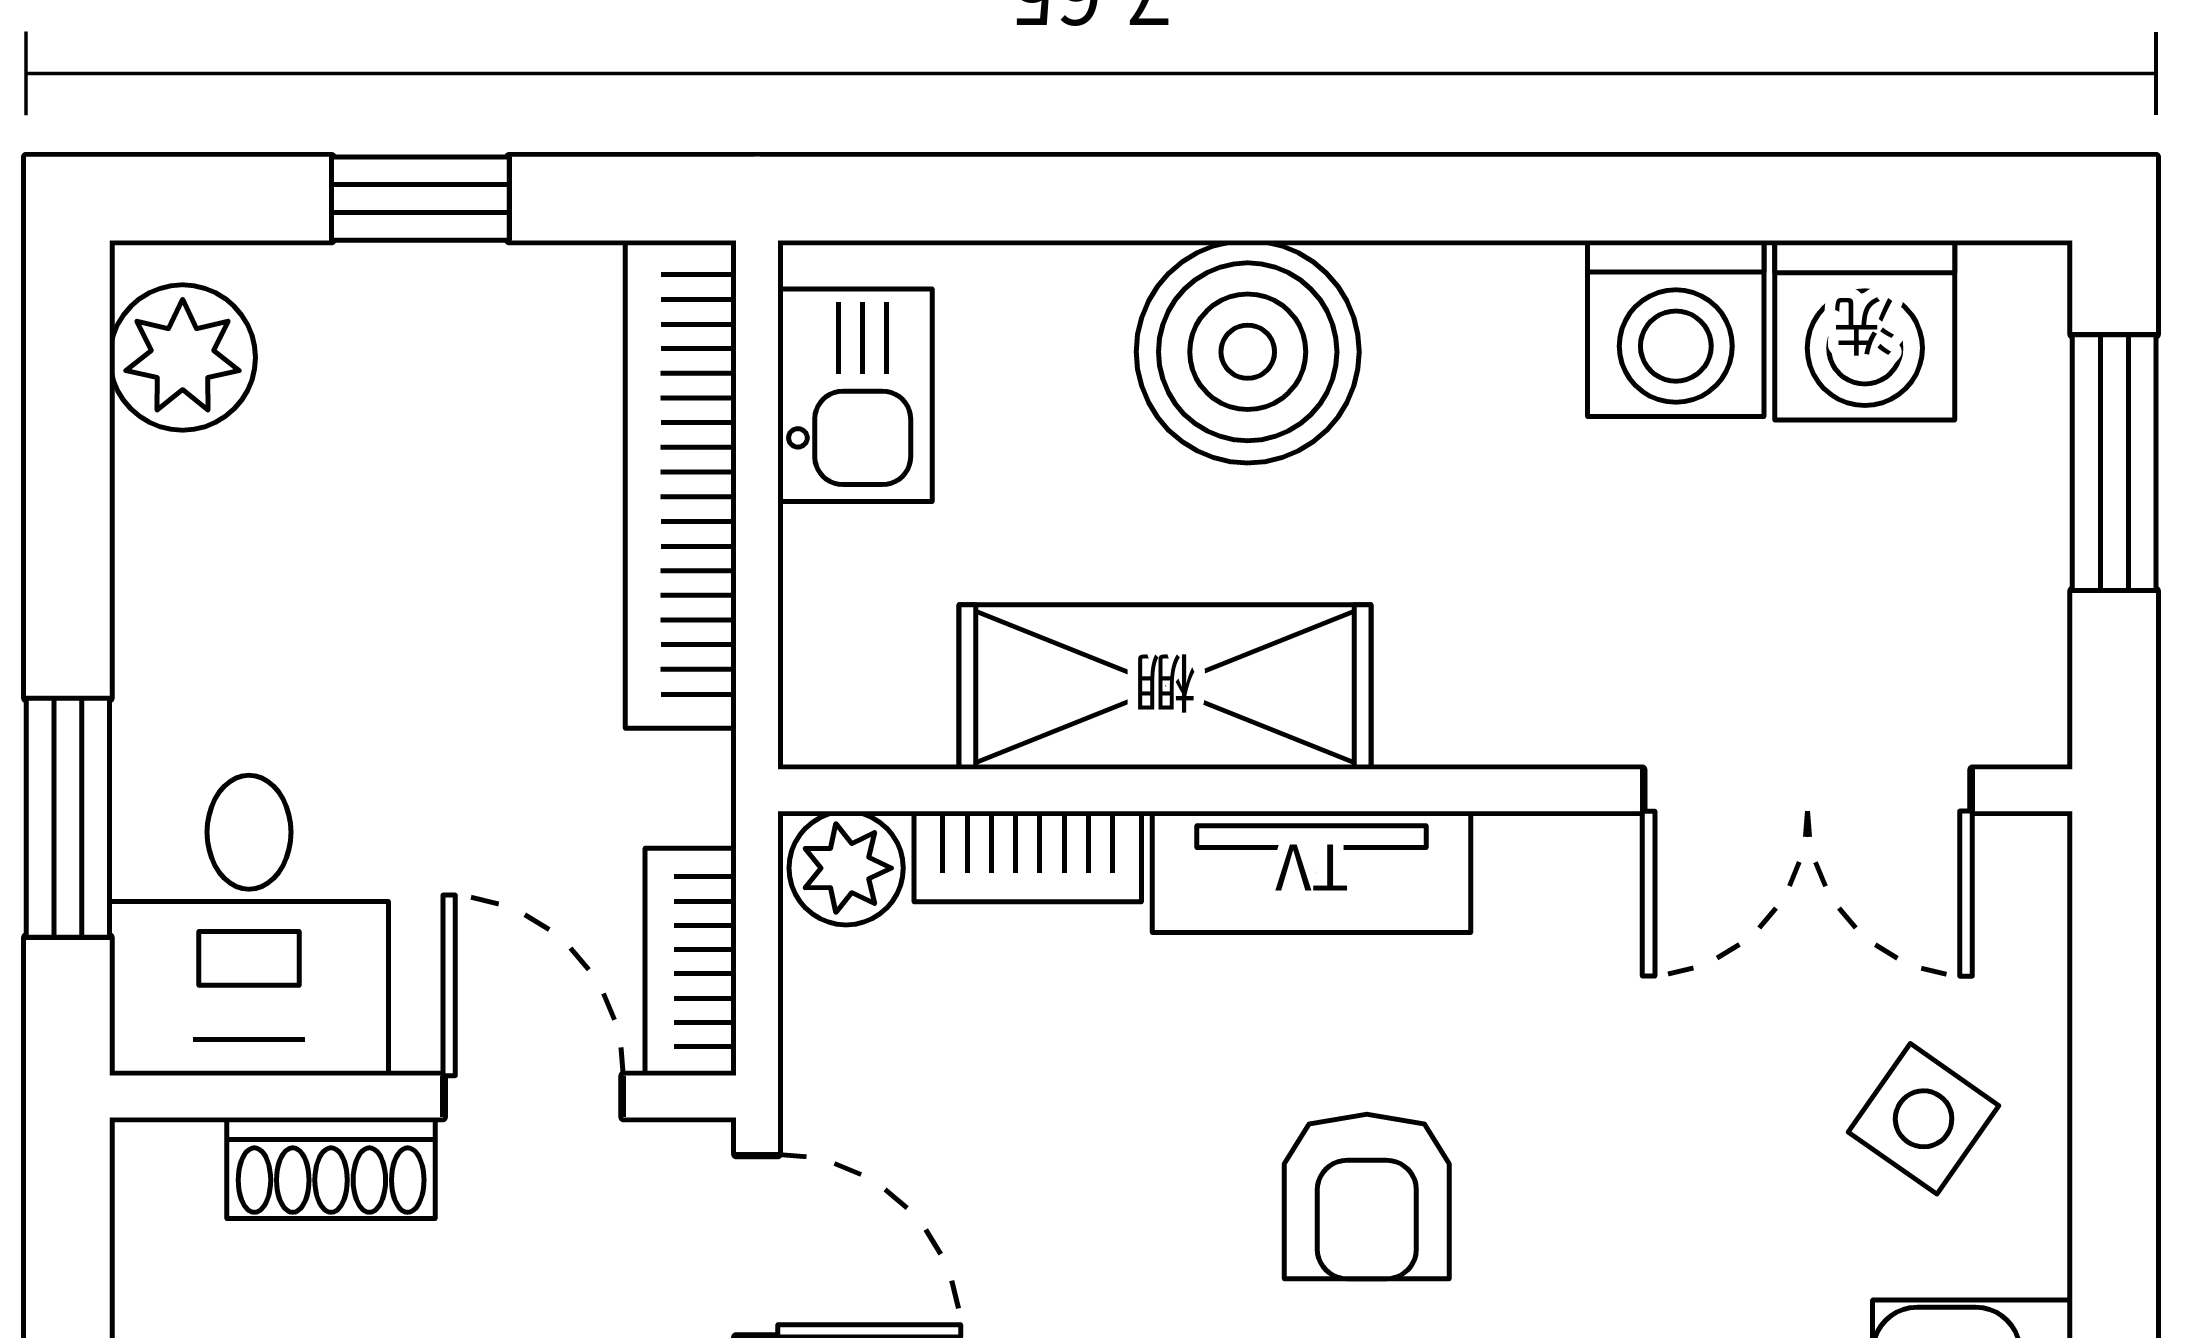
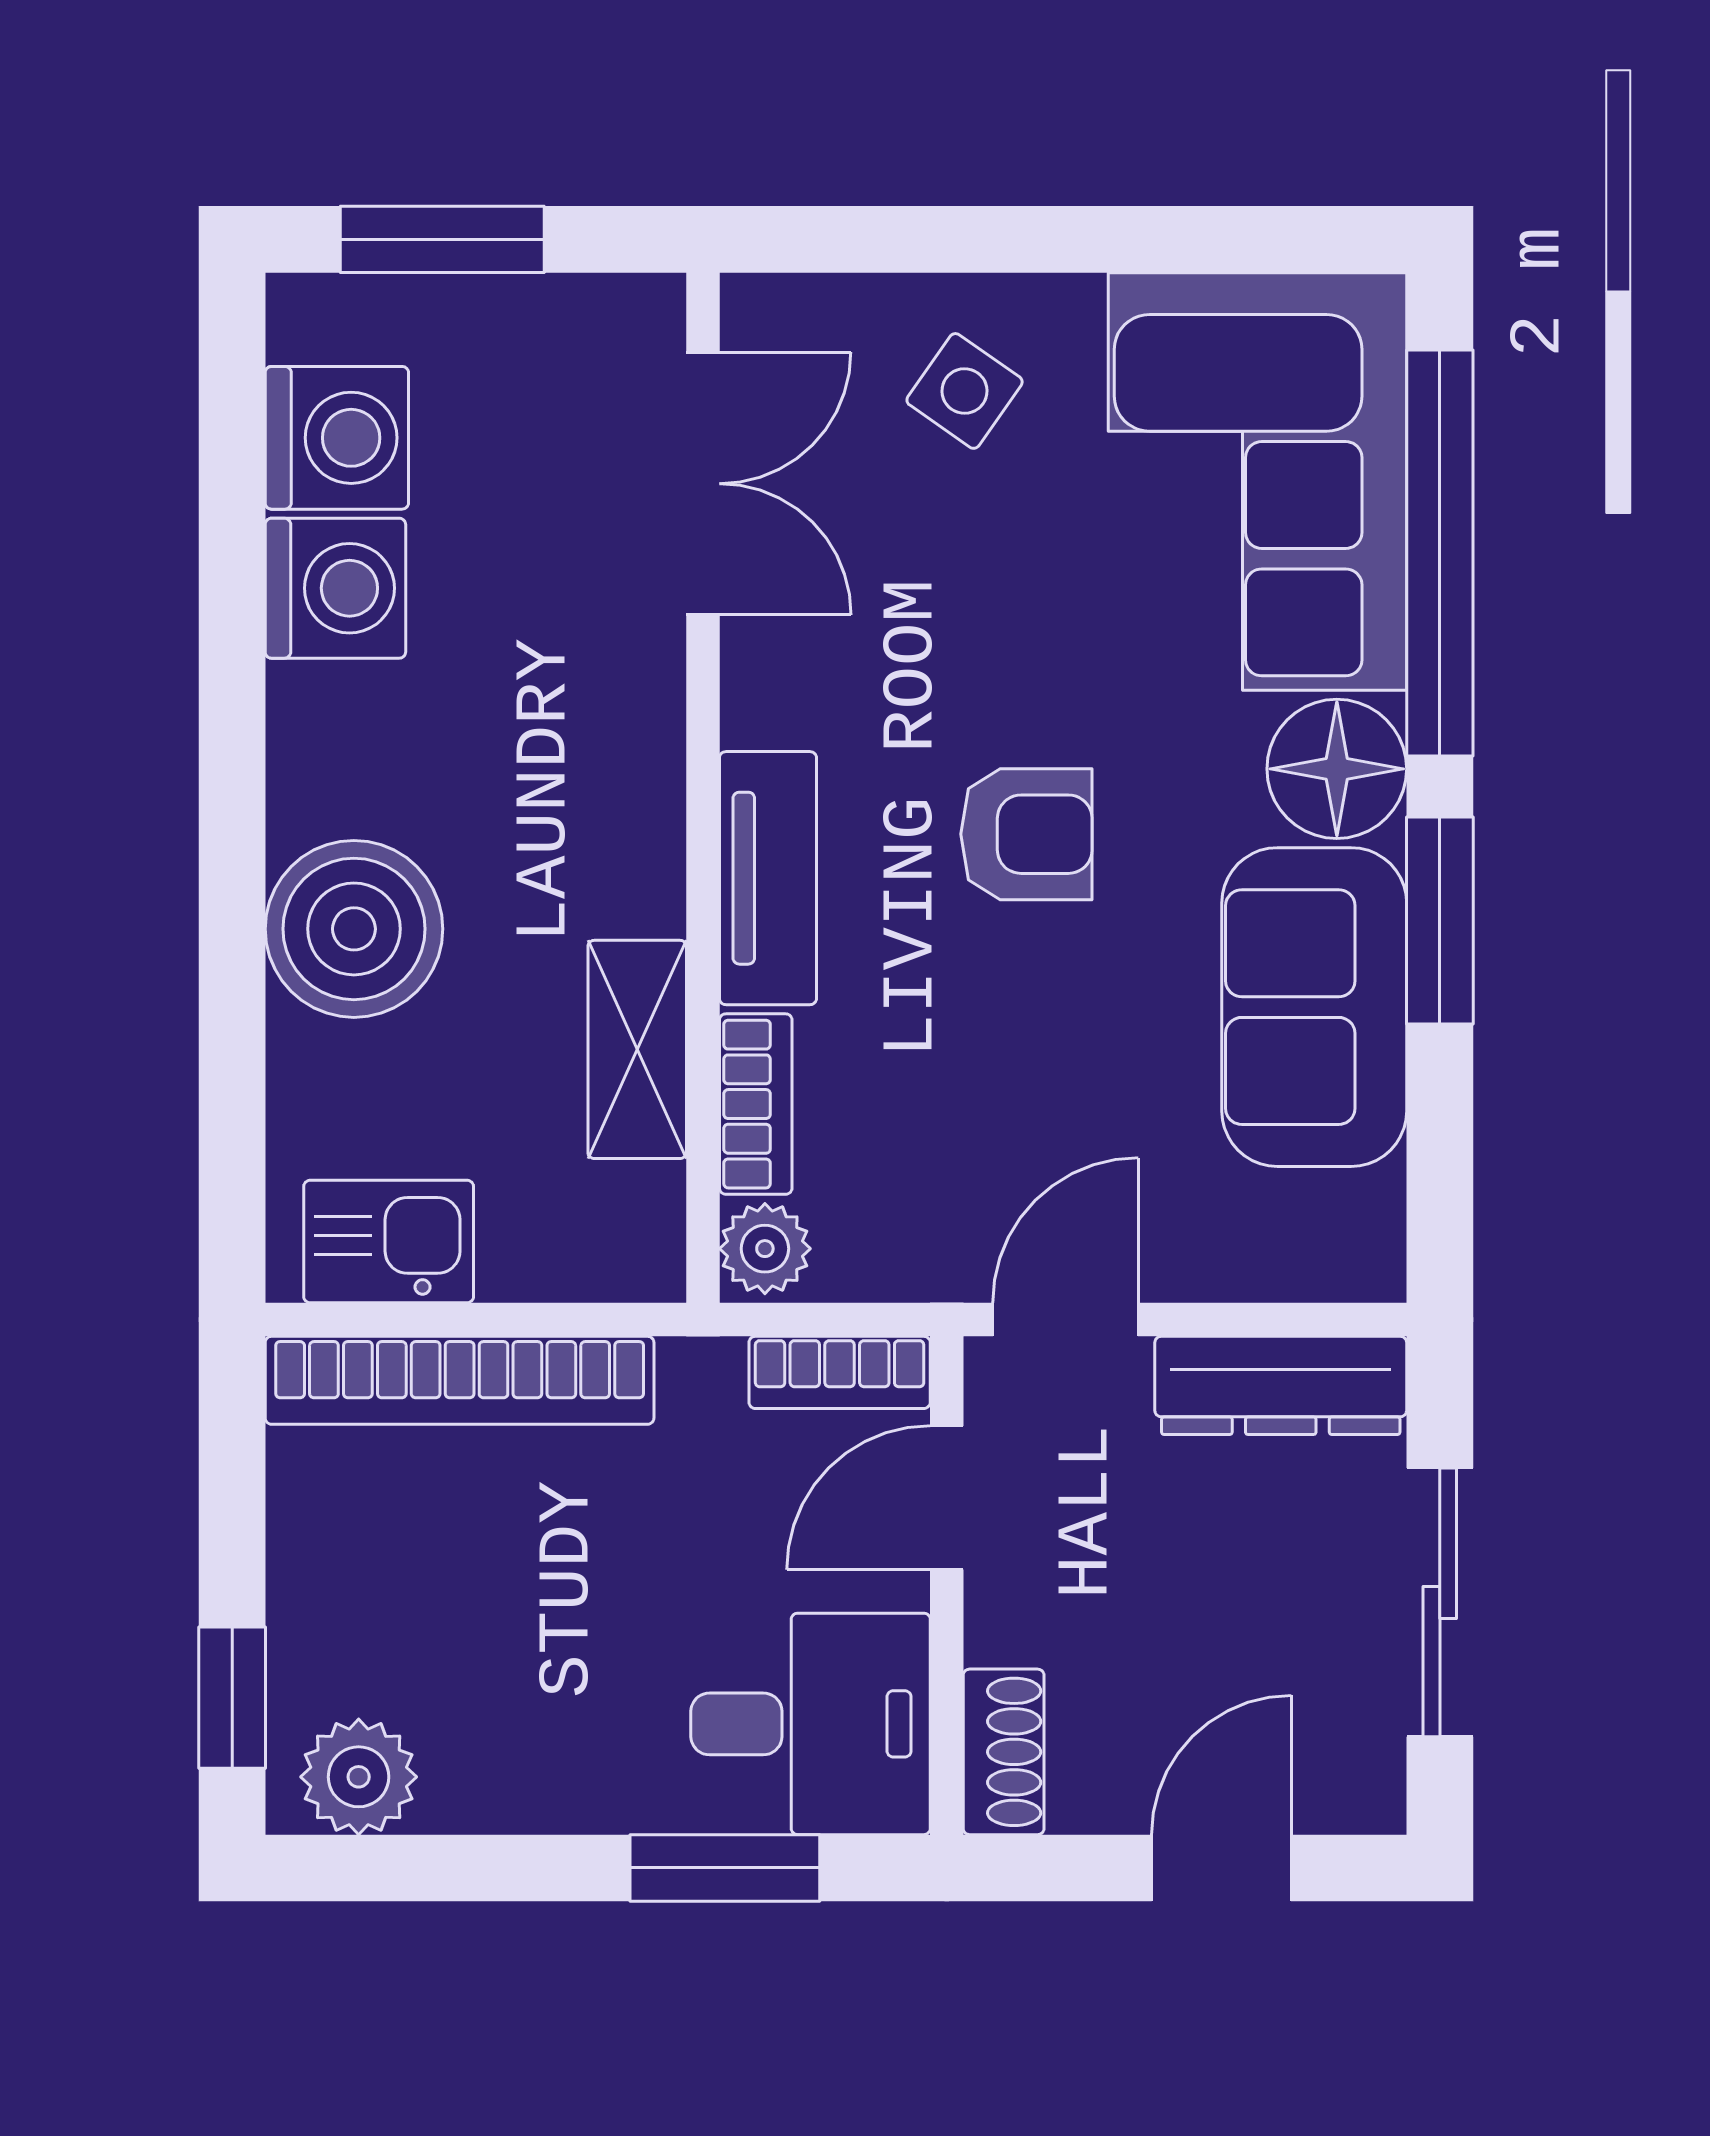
window: (420, 199) -> (232, 1698), moved
shelving: (1165, 687) -> (637, 1049), width x0.67, depth x0.75
shoe rack: (331, 1168) -> (1004, 1752), moved

